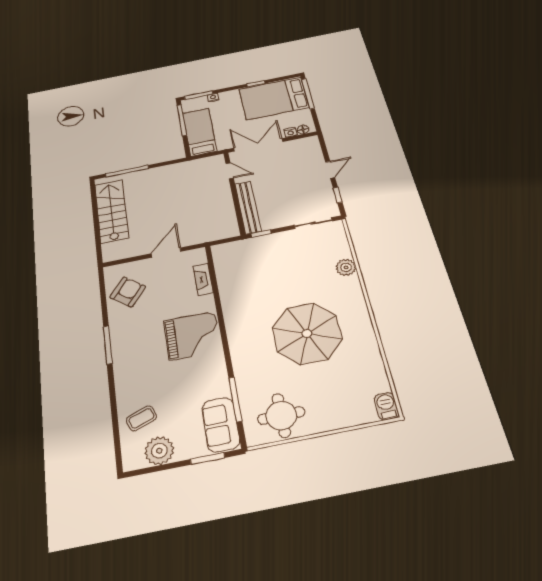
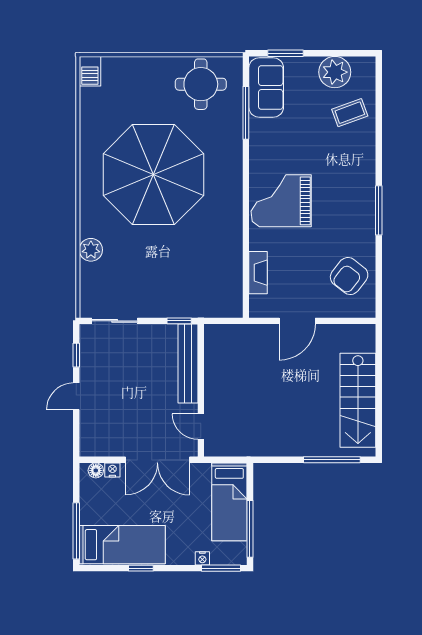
bed: (274, 98) -> (122, 545), width x0.67
parasol: (307, 333) -> (153, 175), width x1.36, depth x1.36

